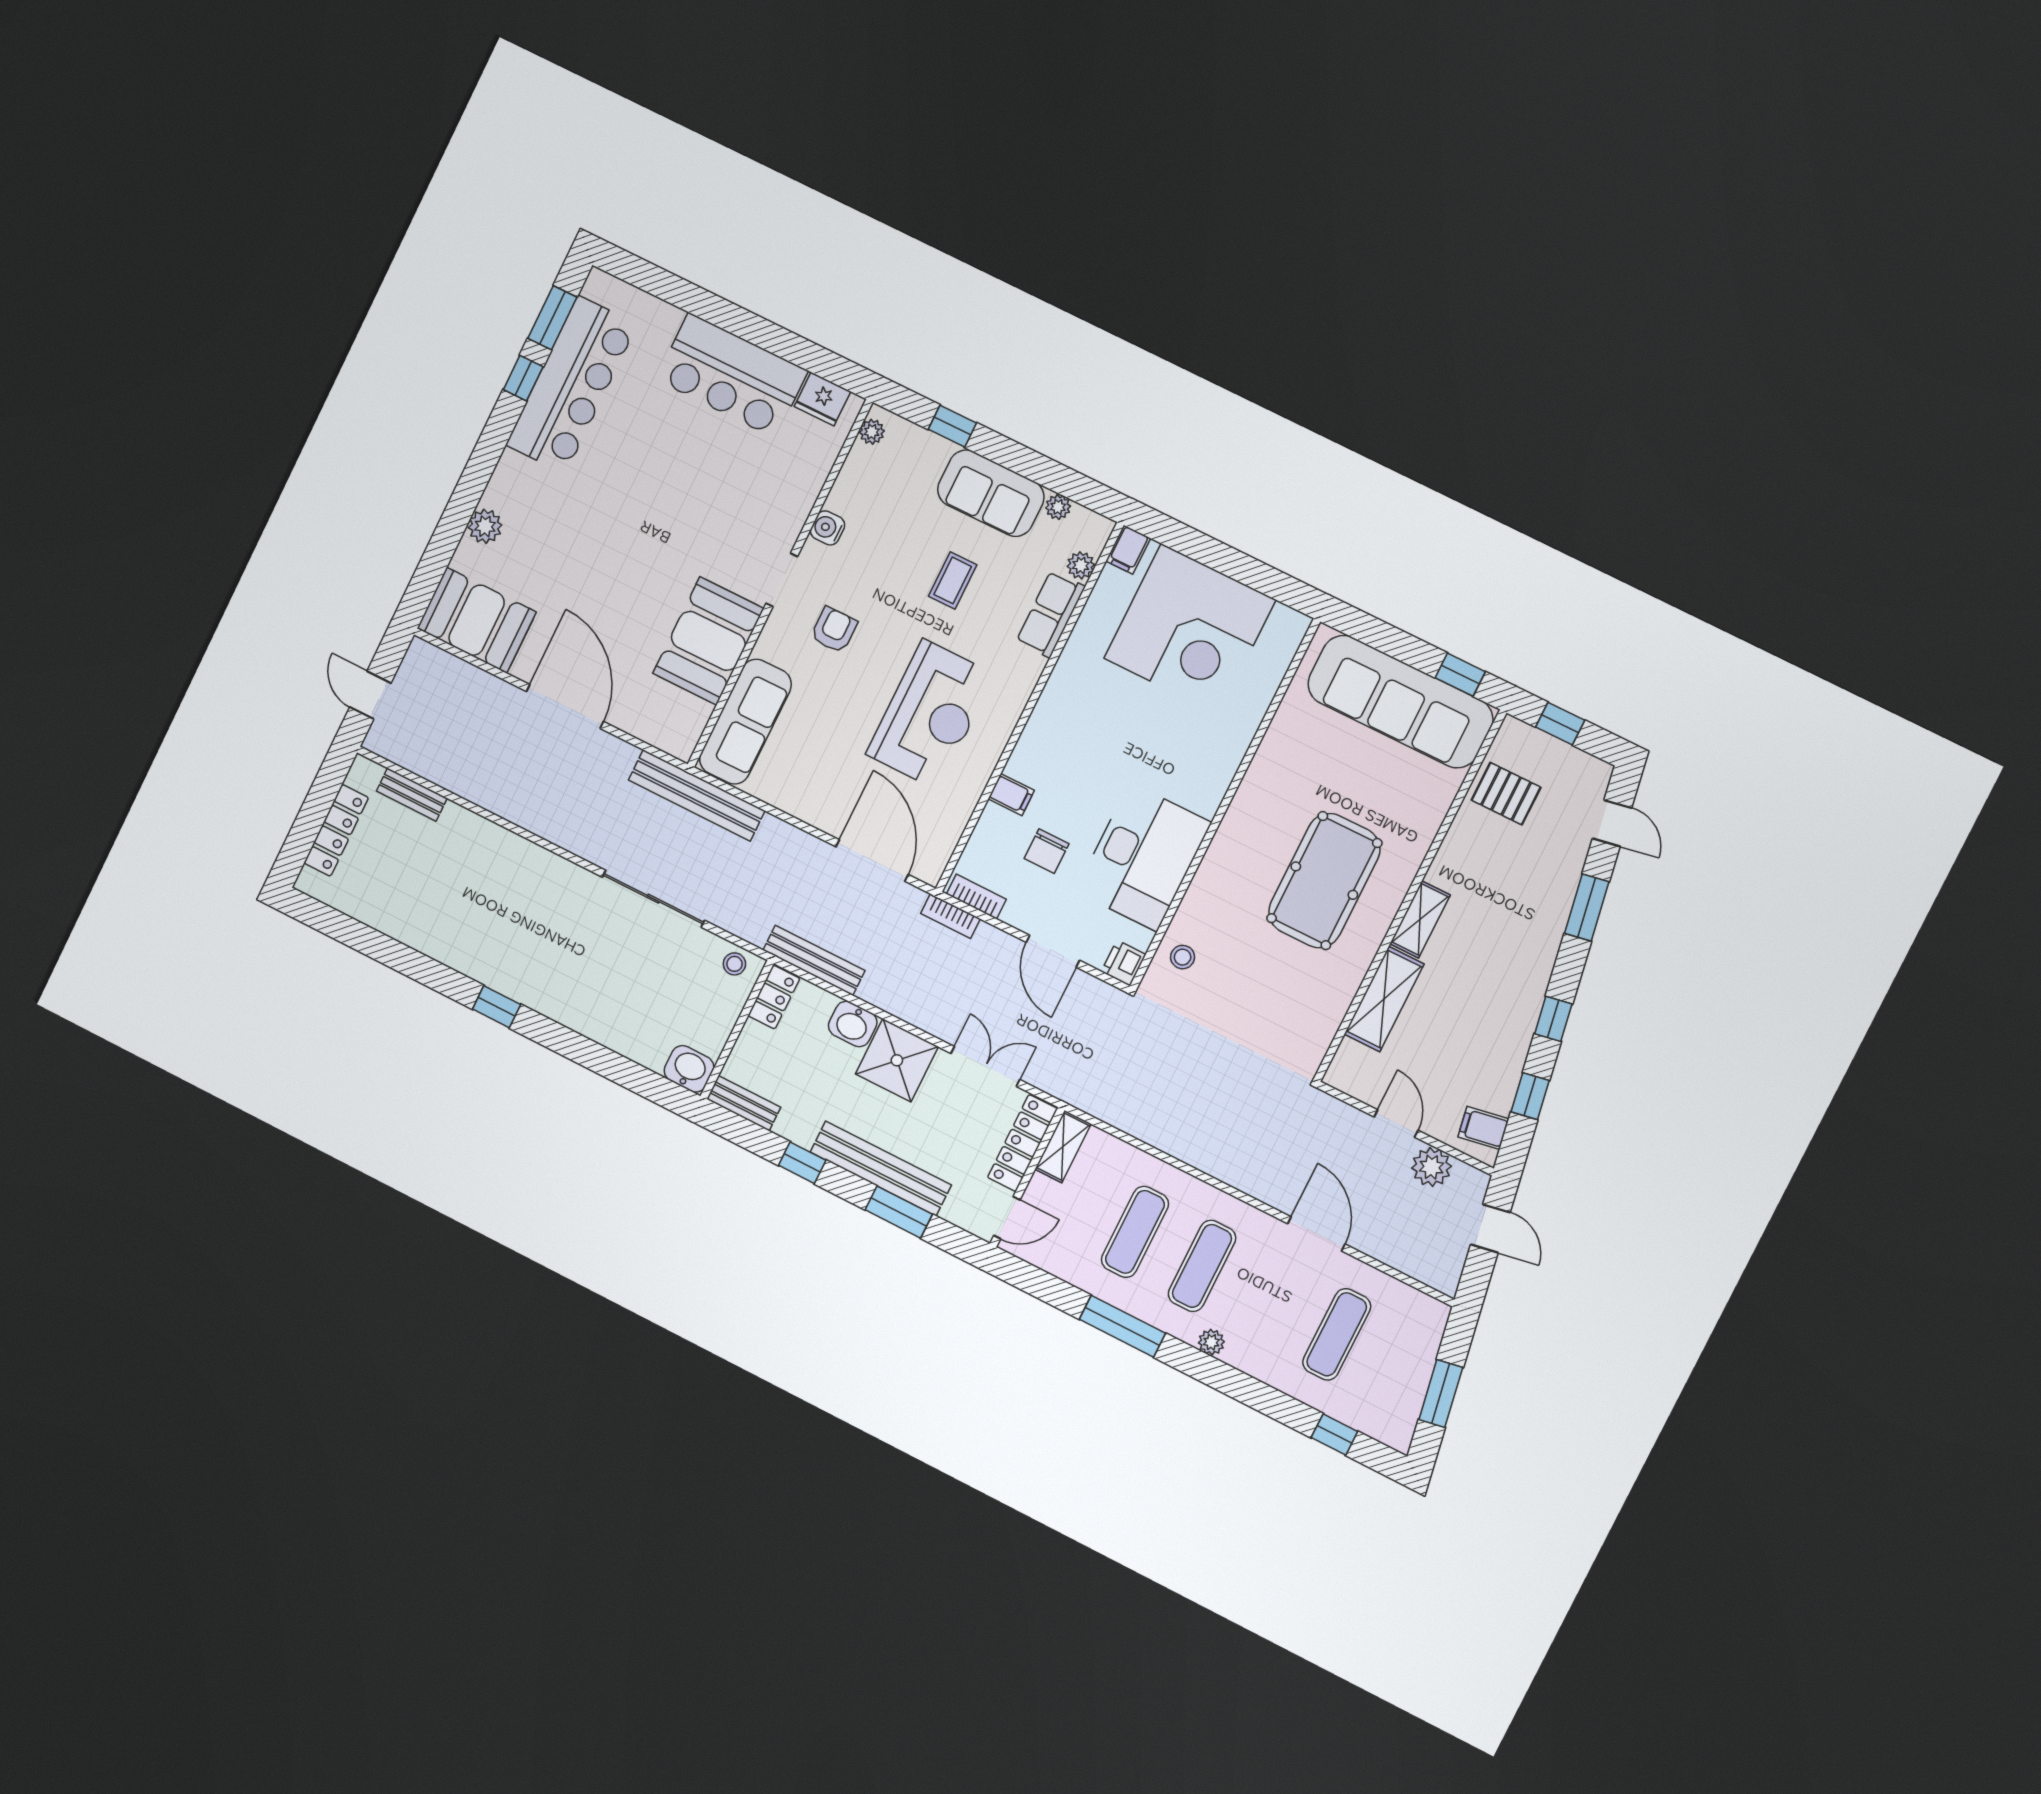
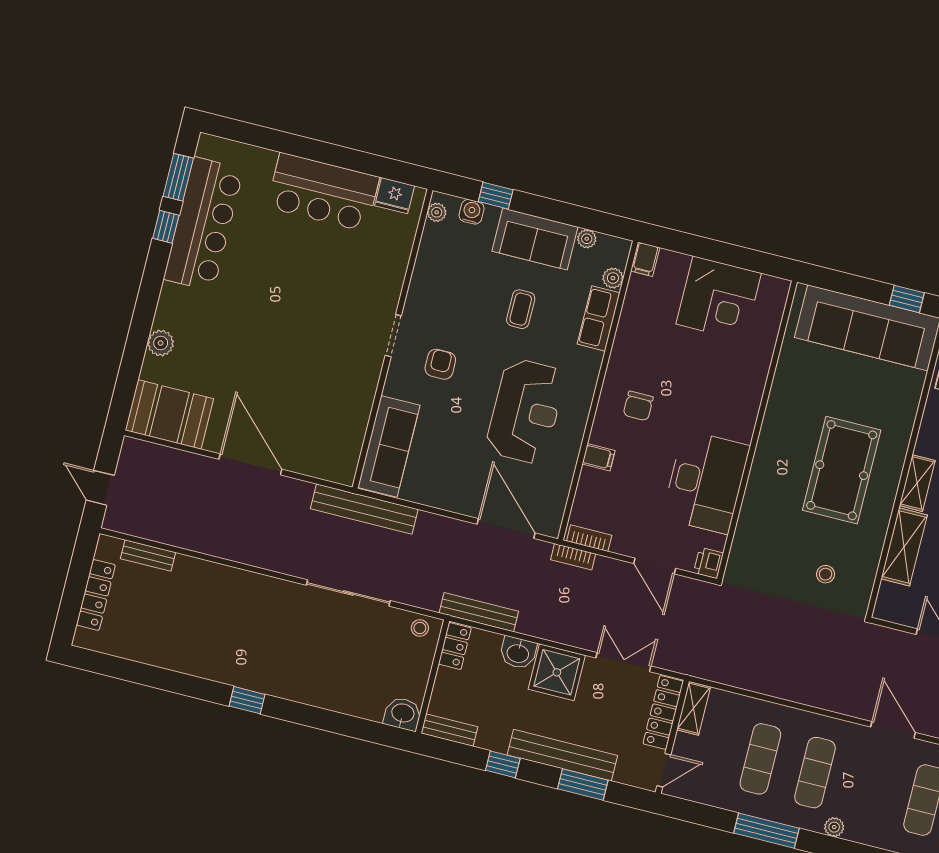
water cooler: (828, 528) -> (472, 212), moved, turned 90
corner desk: (1190, 629) -> (719, 299), width x0.74, depth x0.74
booth: (708, 641) -> (348, 392), removed
chair: (1047, 851) -> (638, 406), moved
stool: (1183, 957) -> (826, 574), moved

